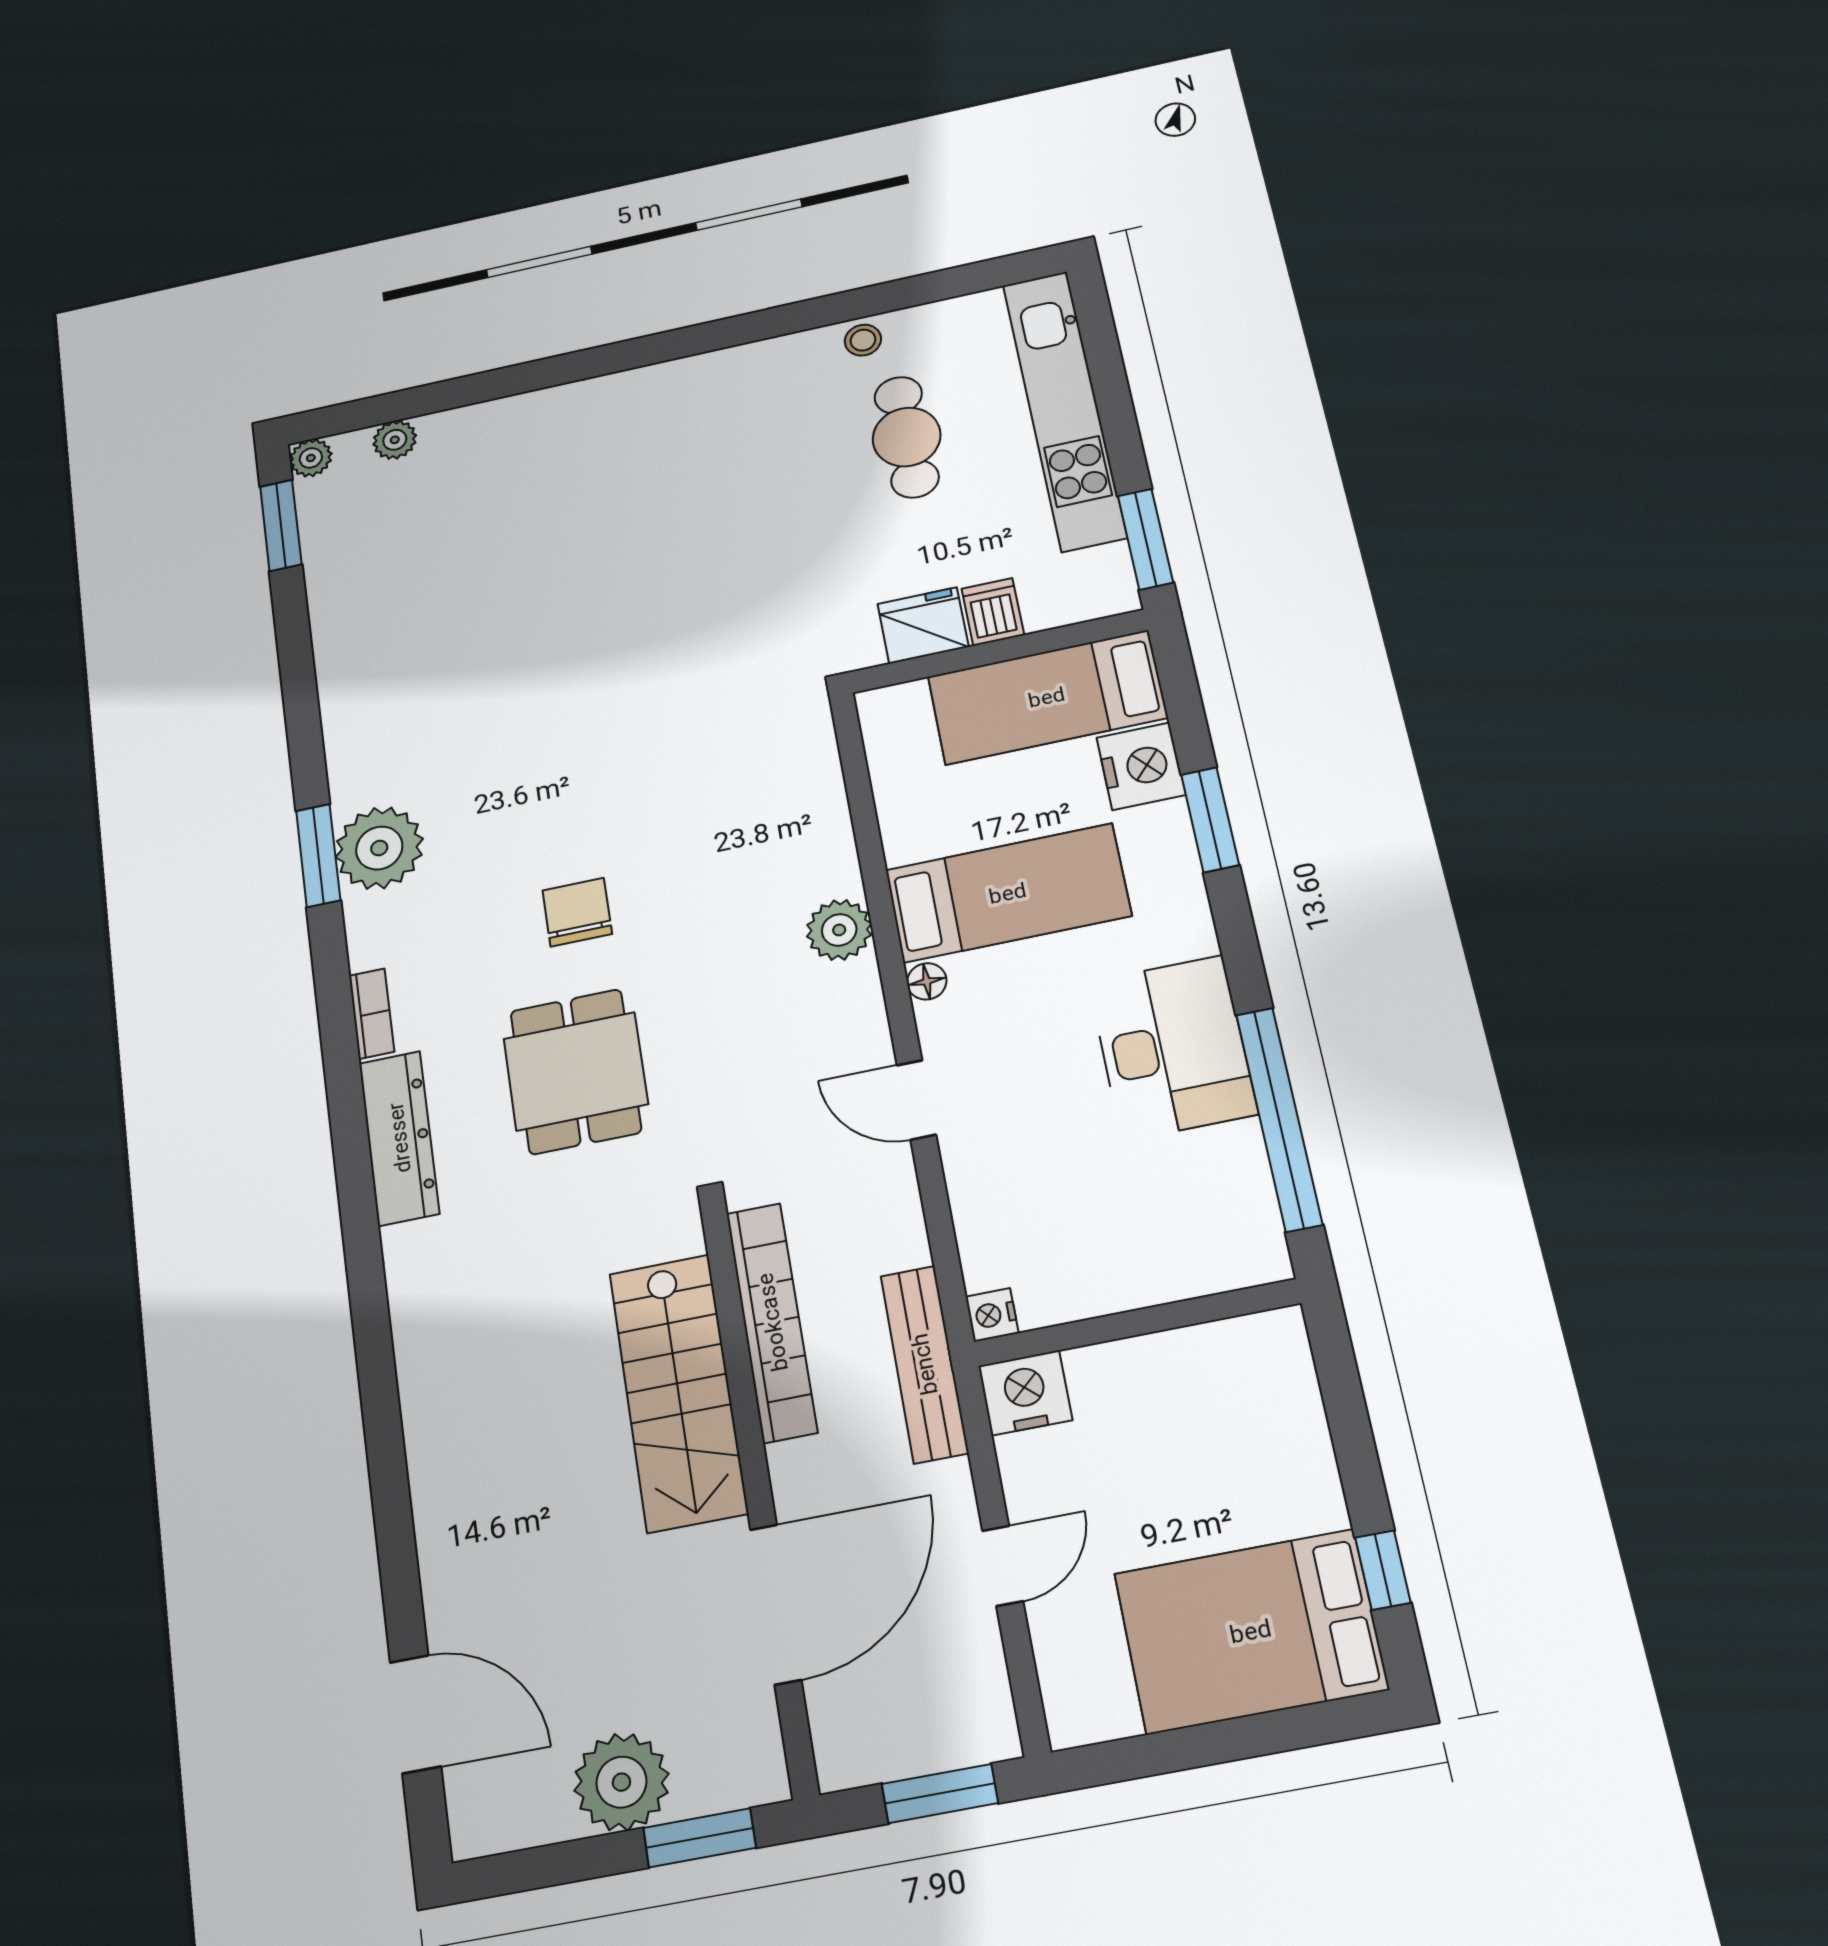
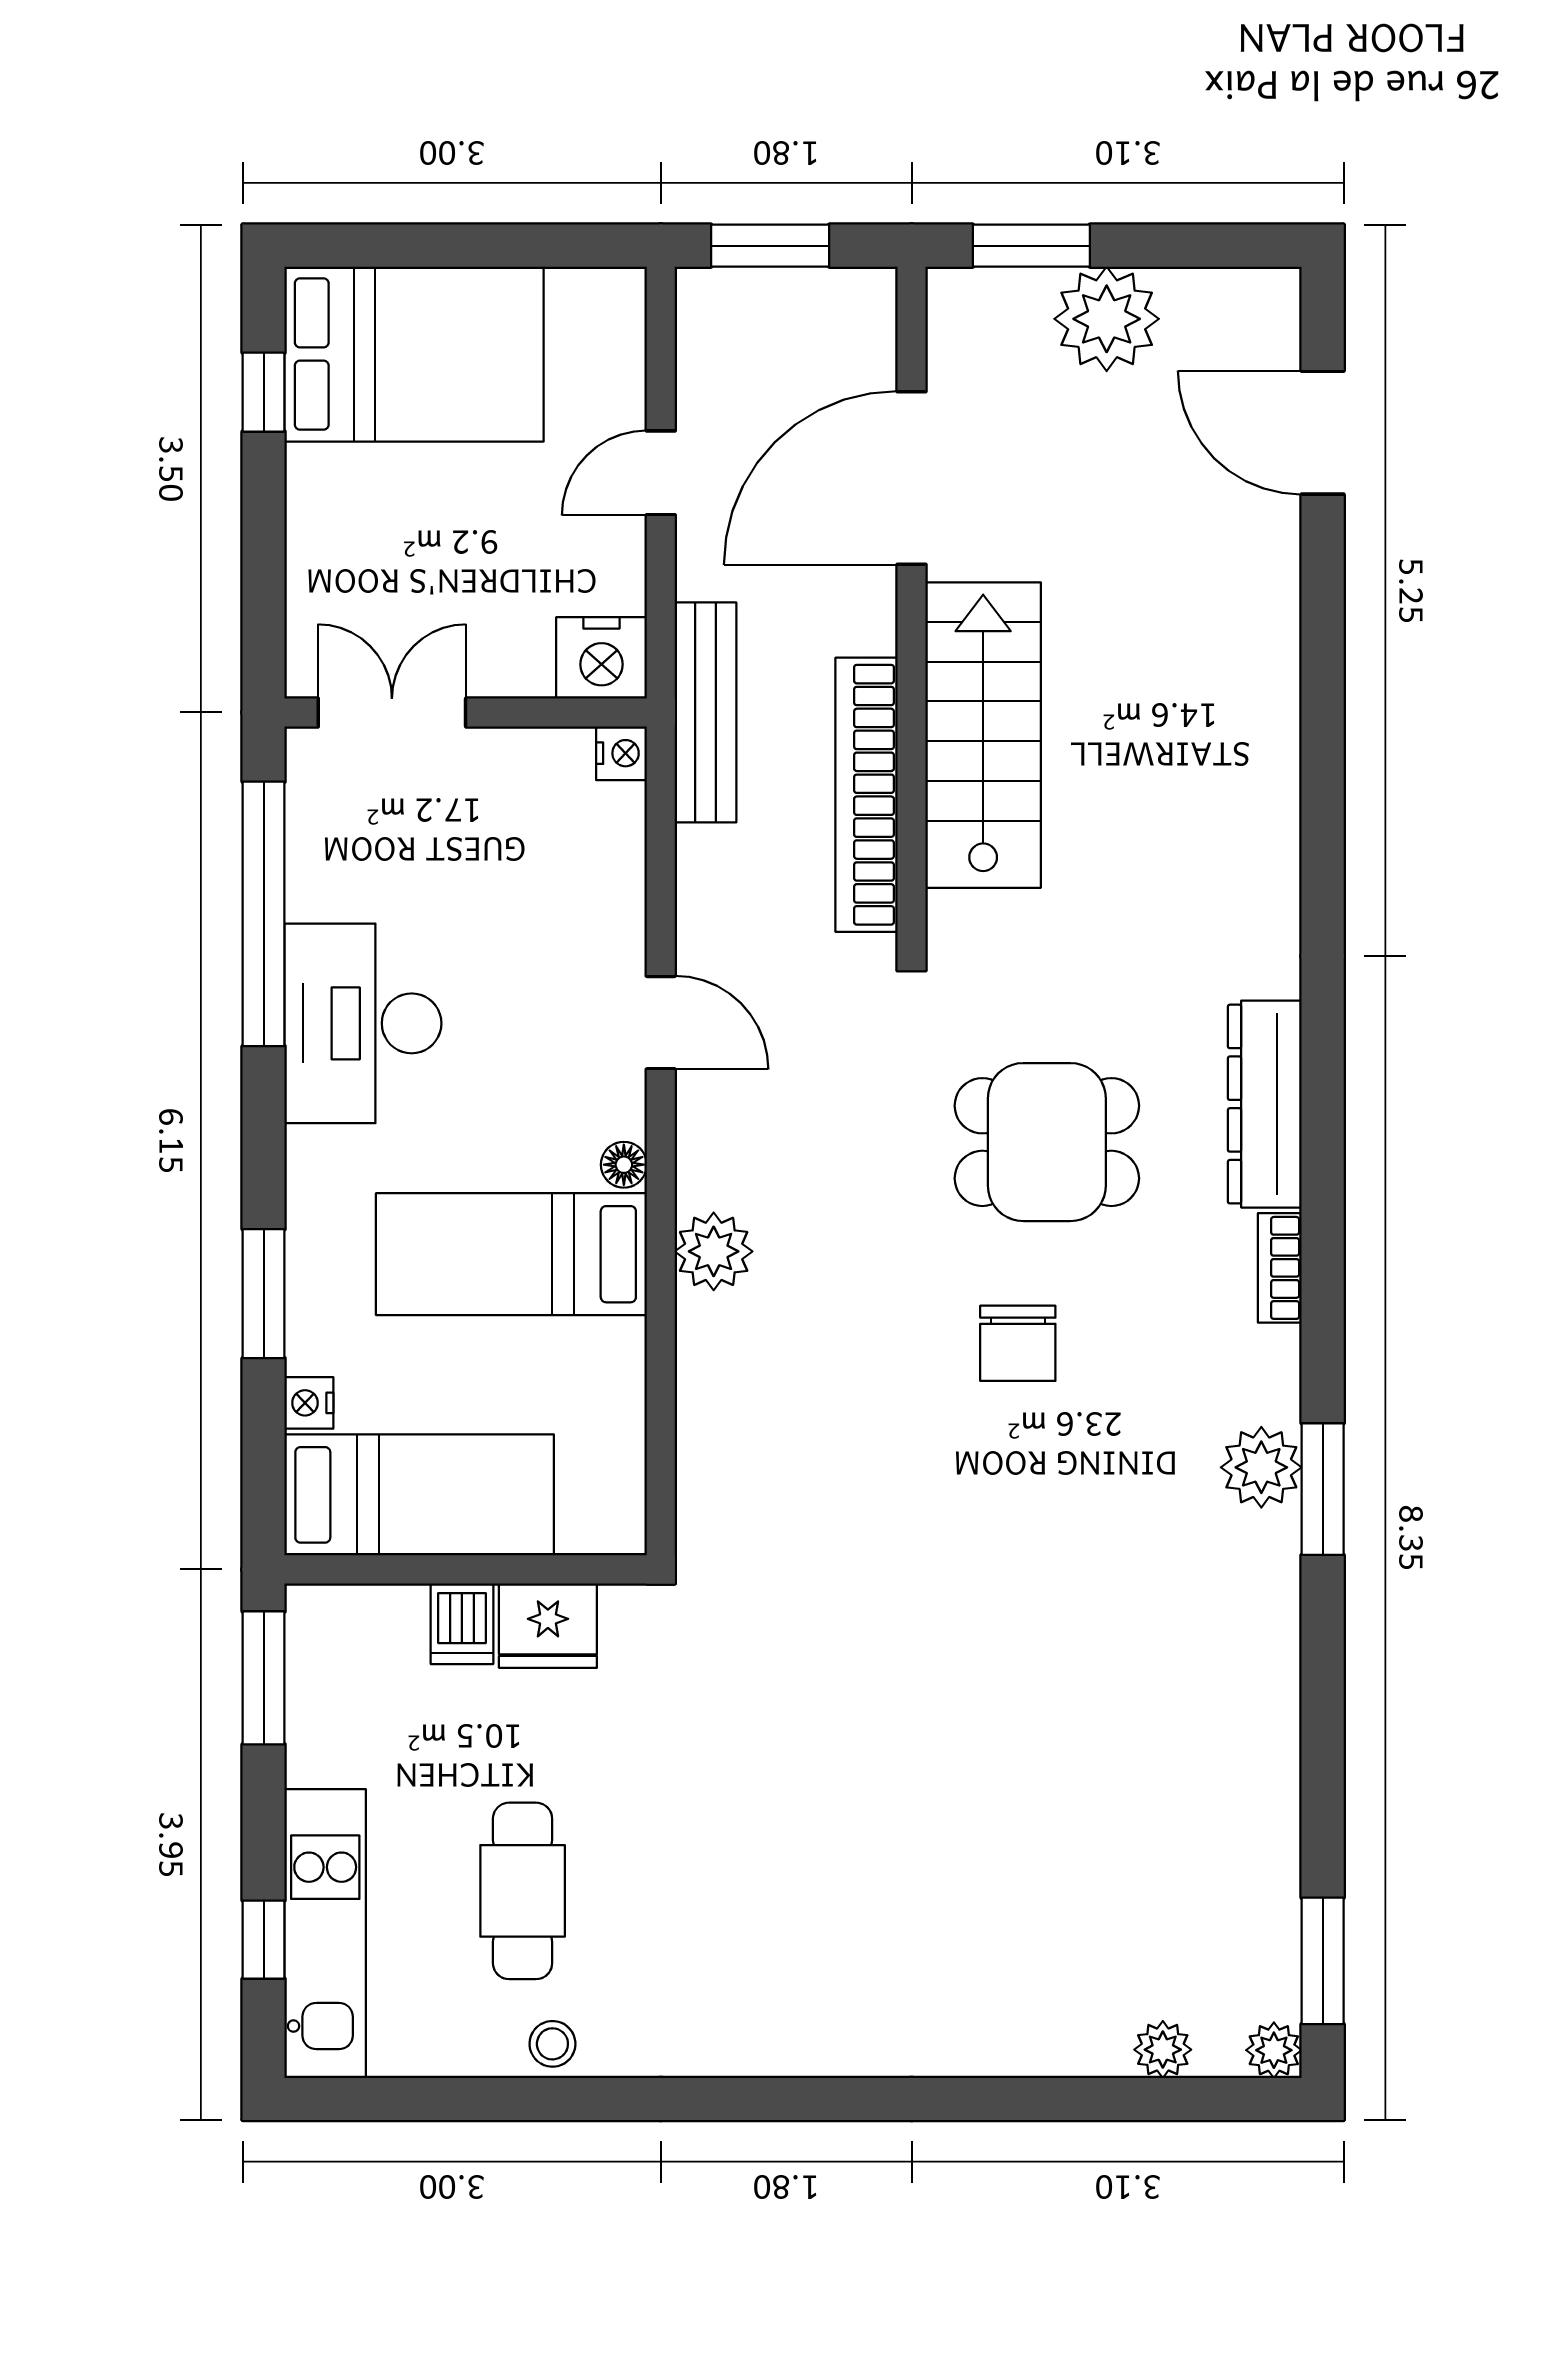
window: (1104, 359) -> (264, 1940), added
kitchen unit: (1064, 410) -> (325, 1934), width x0.73
nightstand: (1141, 766) -> (309, 1403), width x0.53, depth x0.56
plant: (379, 848) -> (1261, 1467), width x0.73, depth x0.73
dining table: (576, 1071) -> (1047, 1142), turned 90
double door: (1203, 1310) -> (392, 712), added

